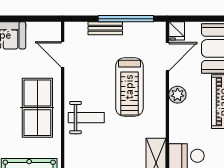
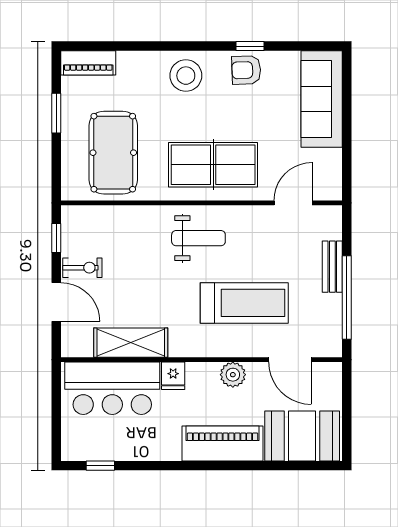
fridge: (177, 31) -> (173, 376), moved, turned -90
treadmill: (129, 87) -> (244, 303), turned 180
weight bench: (86, 118) -> (198, 238), turned -90

